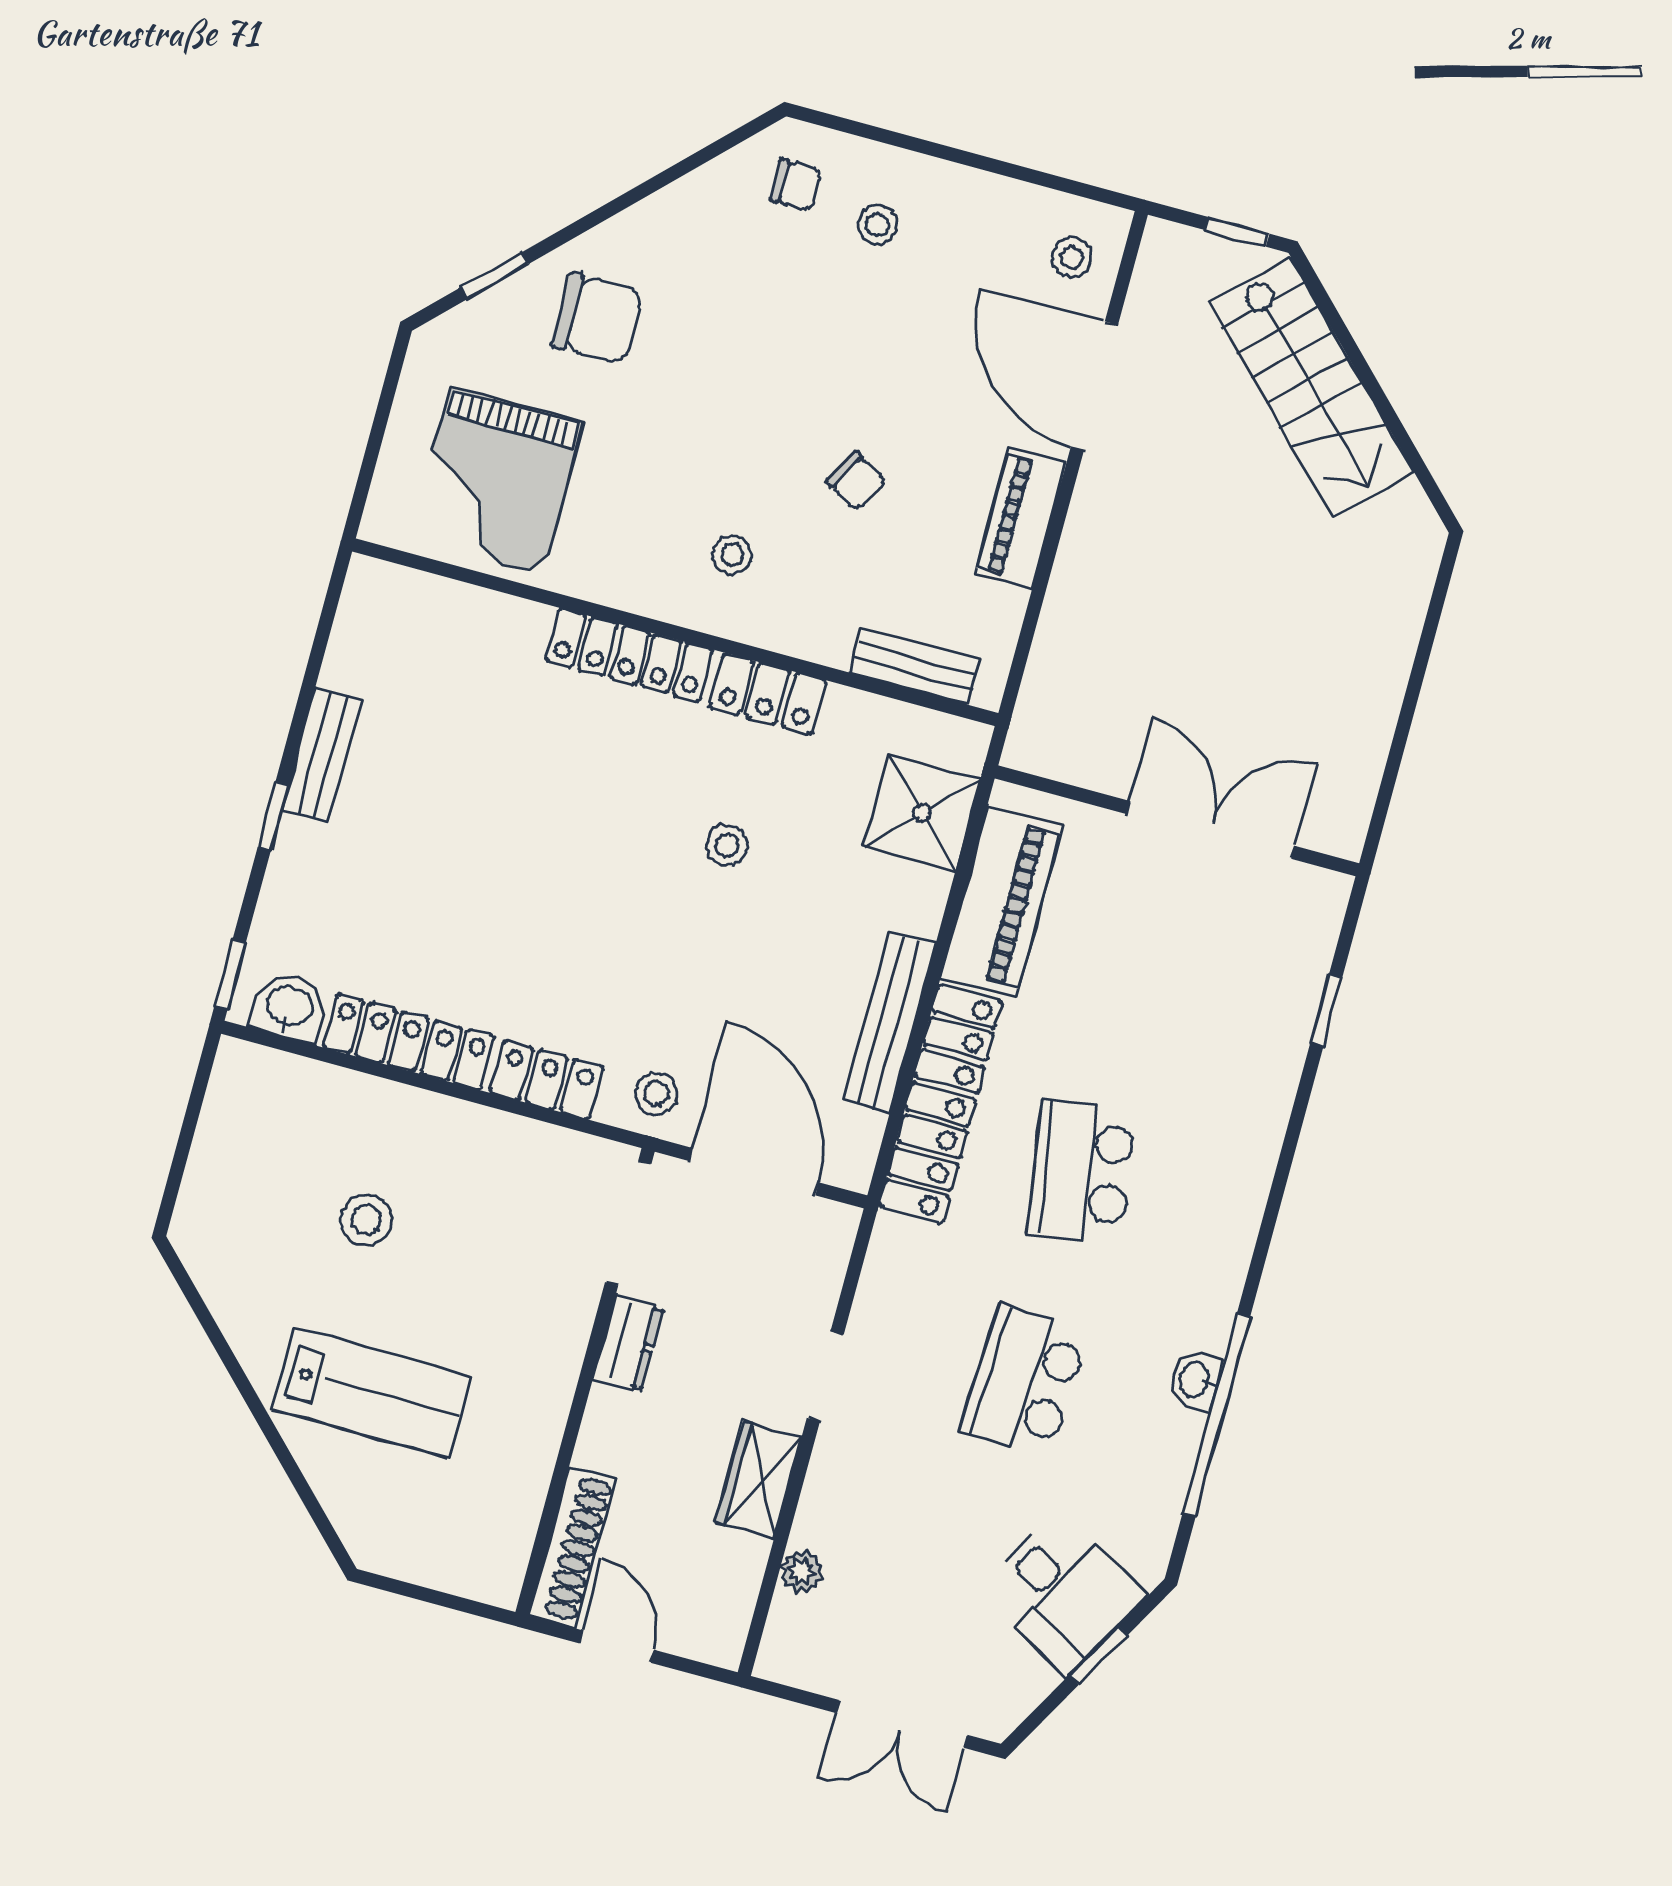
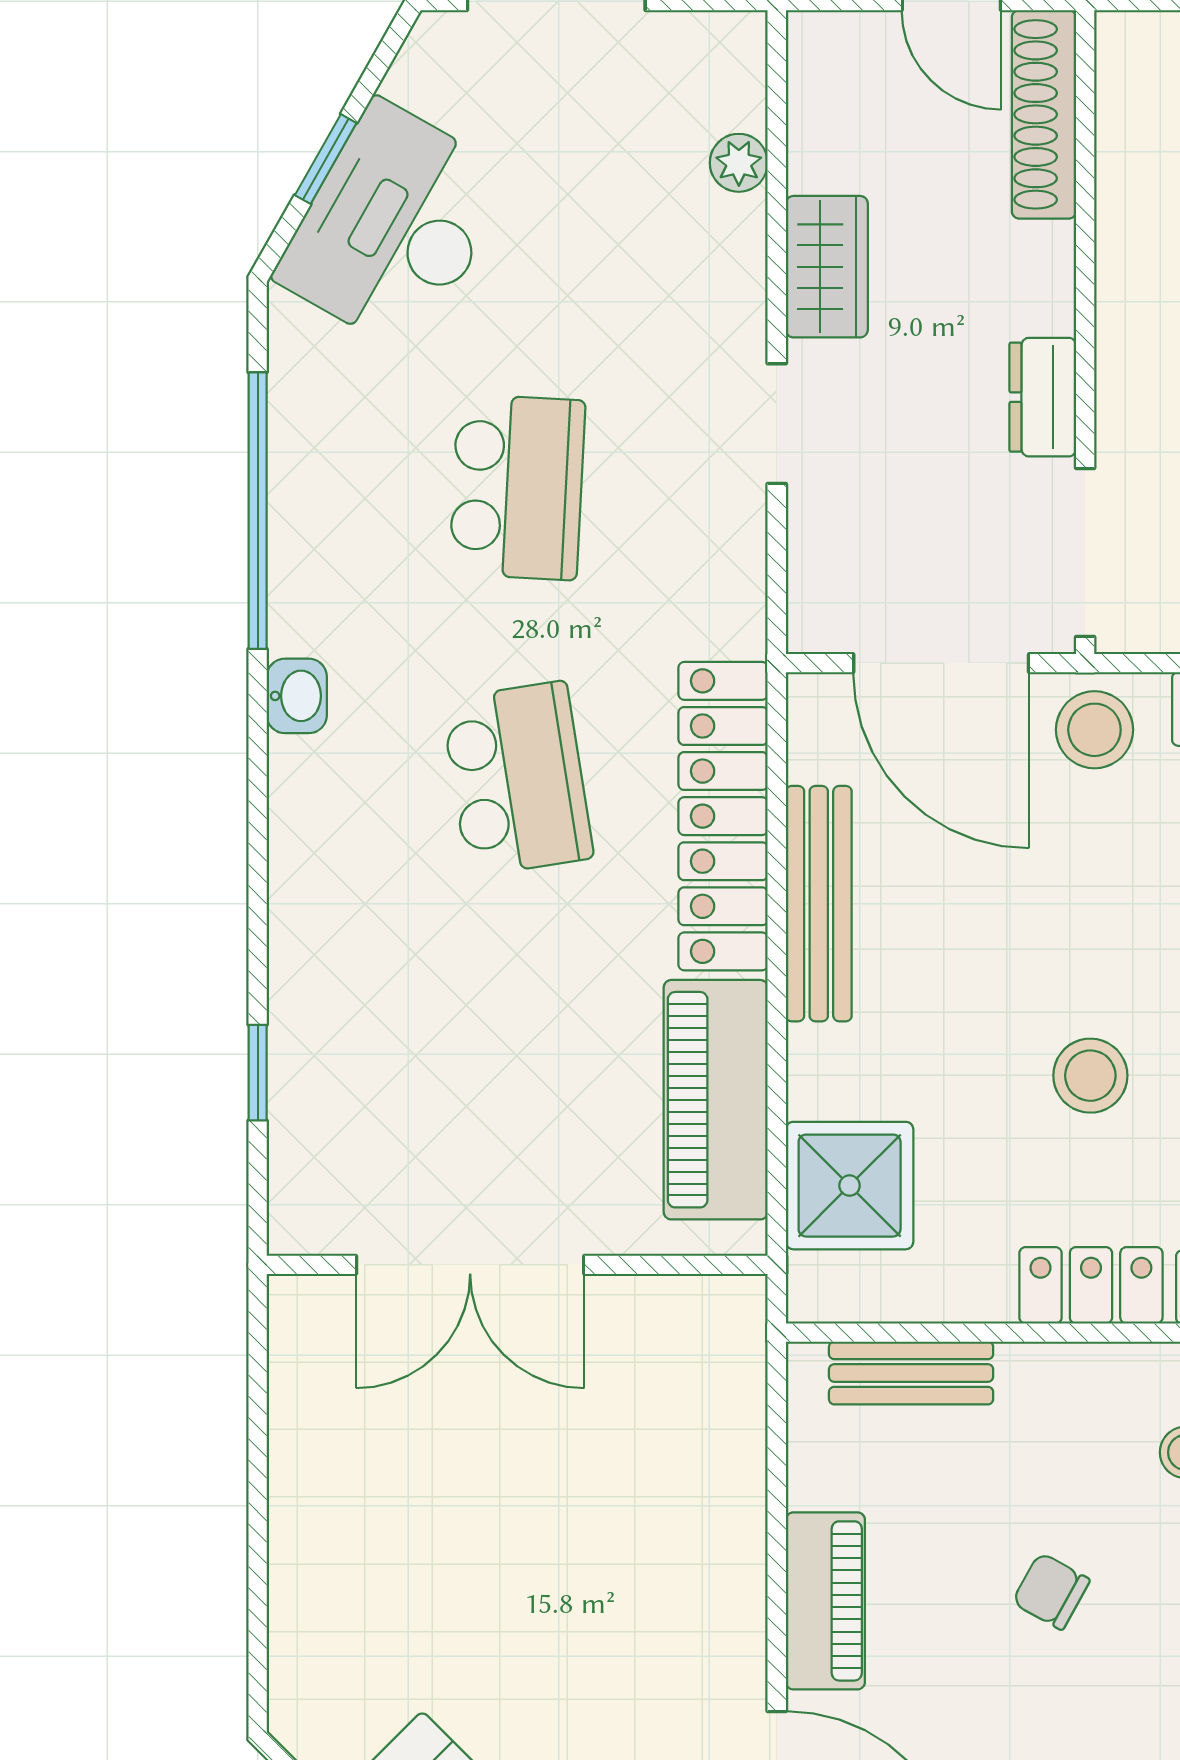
stool: (727, 845) -> (1090, 1076), width x1.37, depth x1.37
stool: (656, 1093) -> (1094, 730), width x1.37, depth x1.37
washbasin: (1196, 1380) -> (297, 696), moved
desk: (1062, 1593) -> (394, 227), width x1.37

